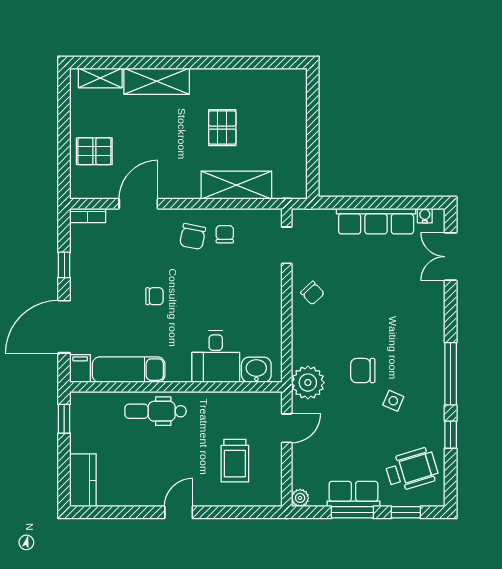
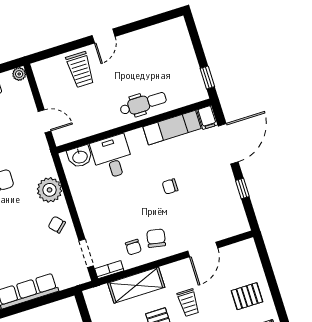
trolley: (177, 142) -> (188, 303), added
pallet: (94, 151) -> (247, 296), moved
bookcase: (88, 215) -> (109, 270), moved
plant: (308, 383) -> (50, 190), moved
door: (287, 428) -> (45, 121), swing flipped
trolley: (235, 461) -> (80, 70), moved, turned 180
kitchen counter: (83, 480) -> (180, 37), removed

